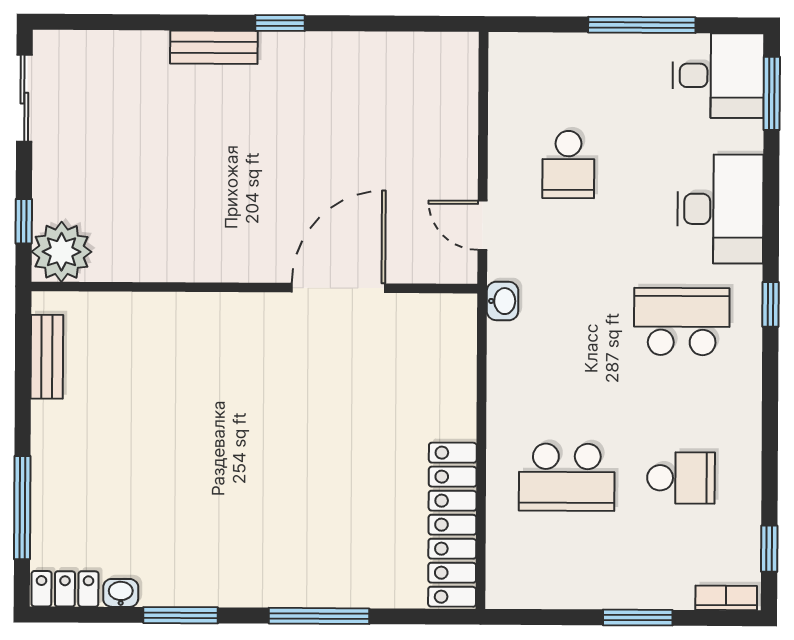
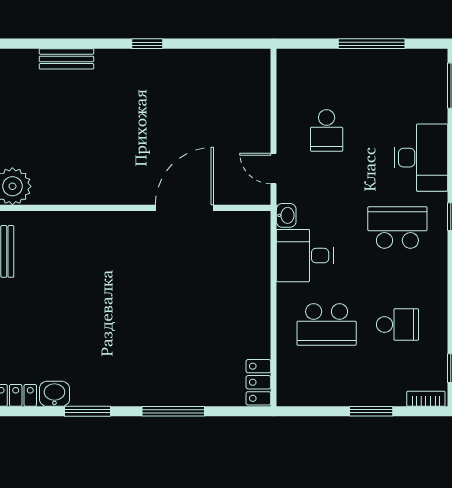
bench: (214, 47) -> (66, 59), moved
desk: (718, 76) -> (305, 256), moved, turned 180
locker: (452, 525) -> (258, 382), width x0.46, depth x0.83
washbasin: (121, 593) -> (54, 394), width x1.38, depth x1.45

